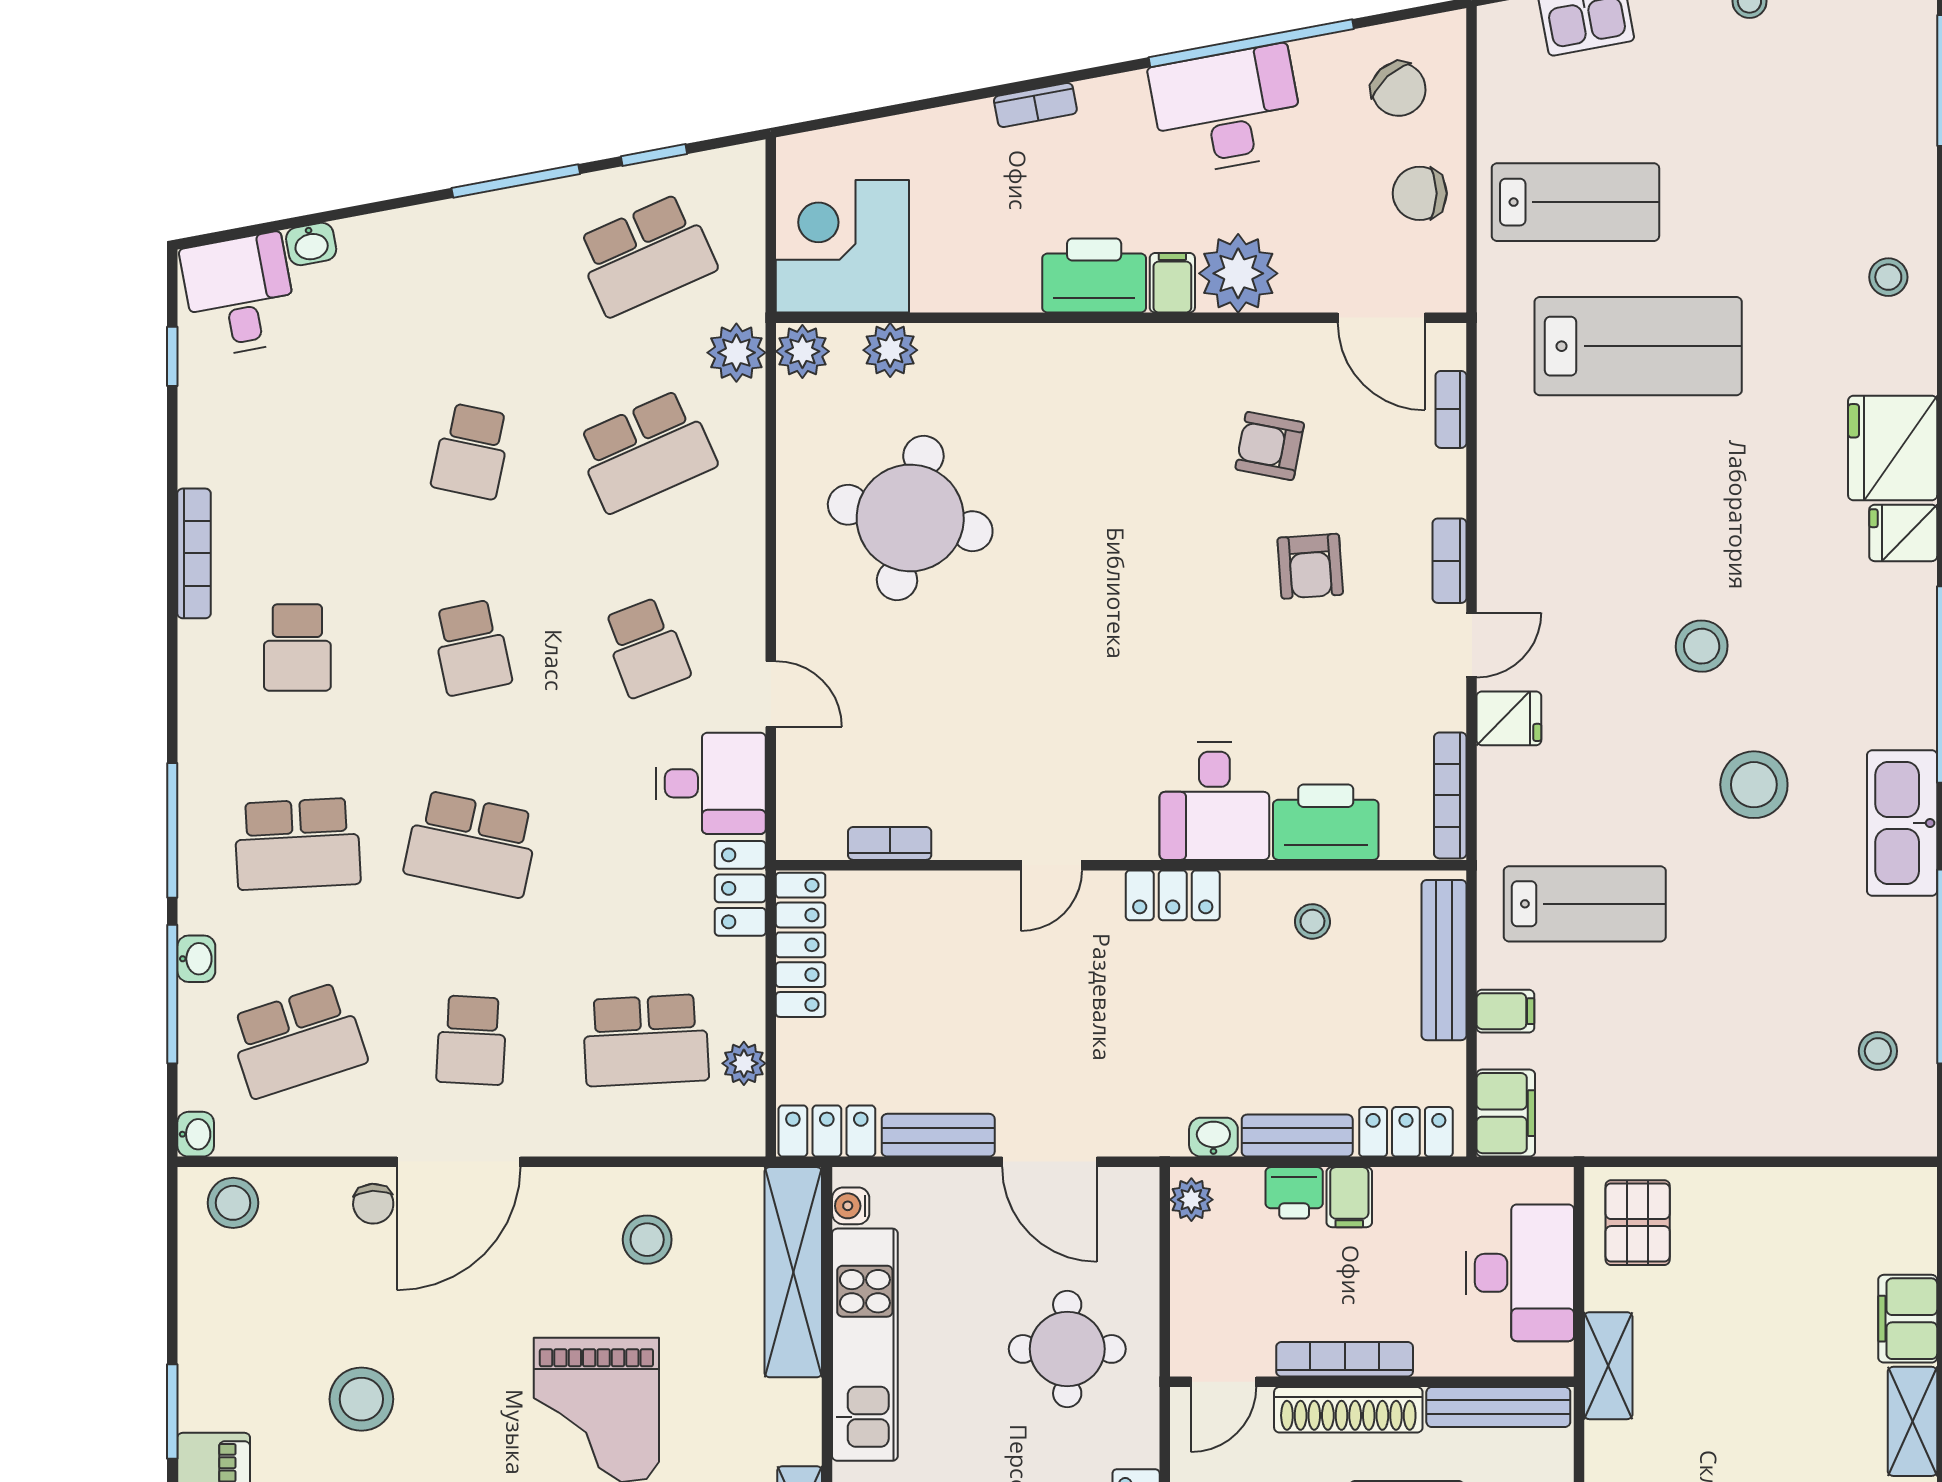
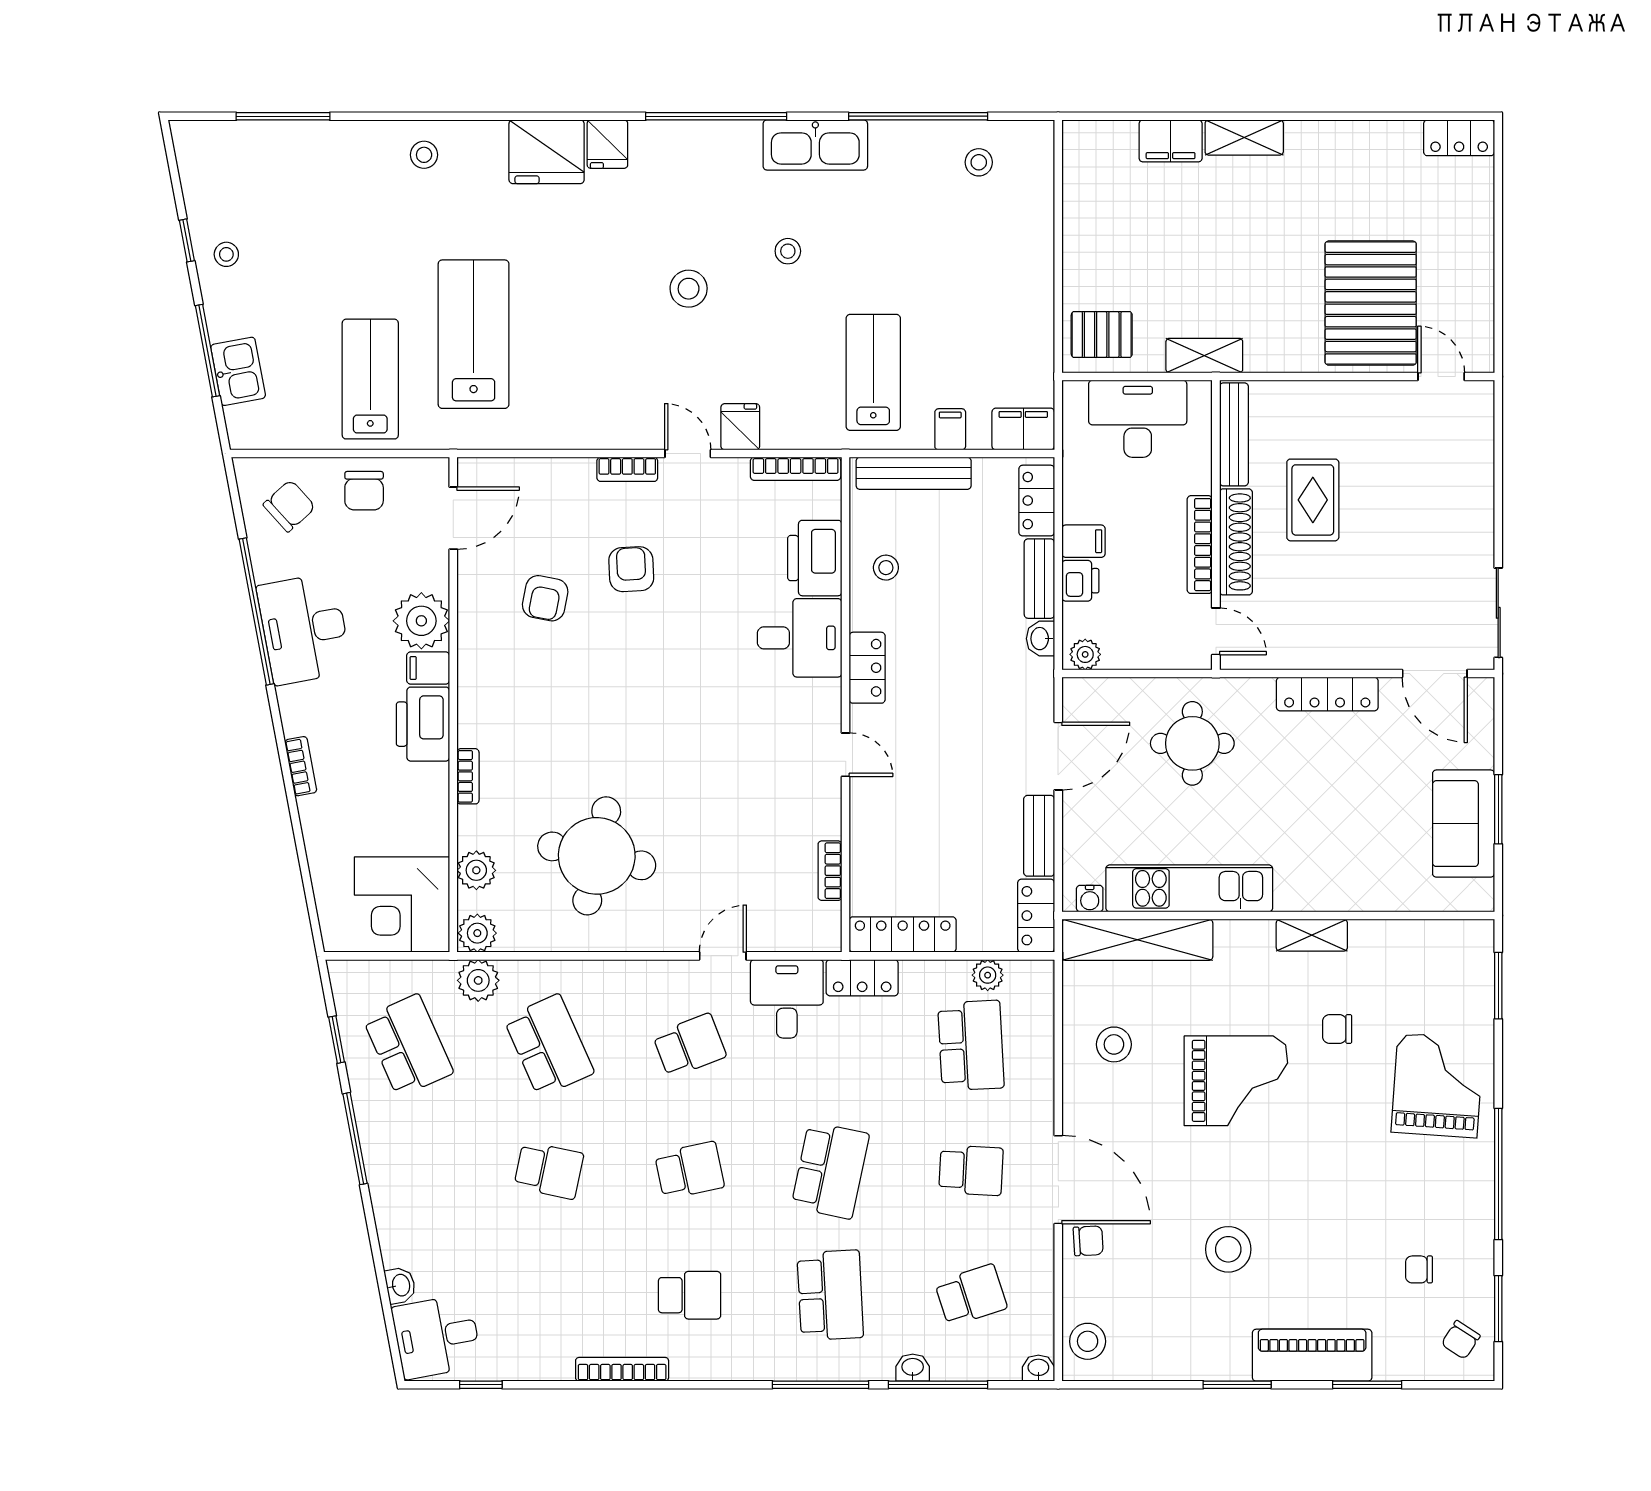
bookcase: (1451, 409) -> (468, 776), moved, turned -90
armchair: (1310, 566) -> (631, 569), turned -89
stool: (1754, 785) -> (788, 251), width x0.53, depth x0.53
school desk: (297, 1040) -> (971, 1295), width x0.54

